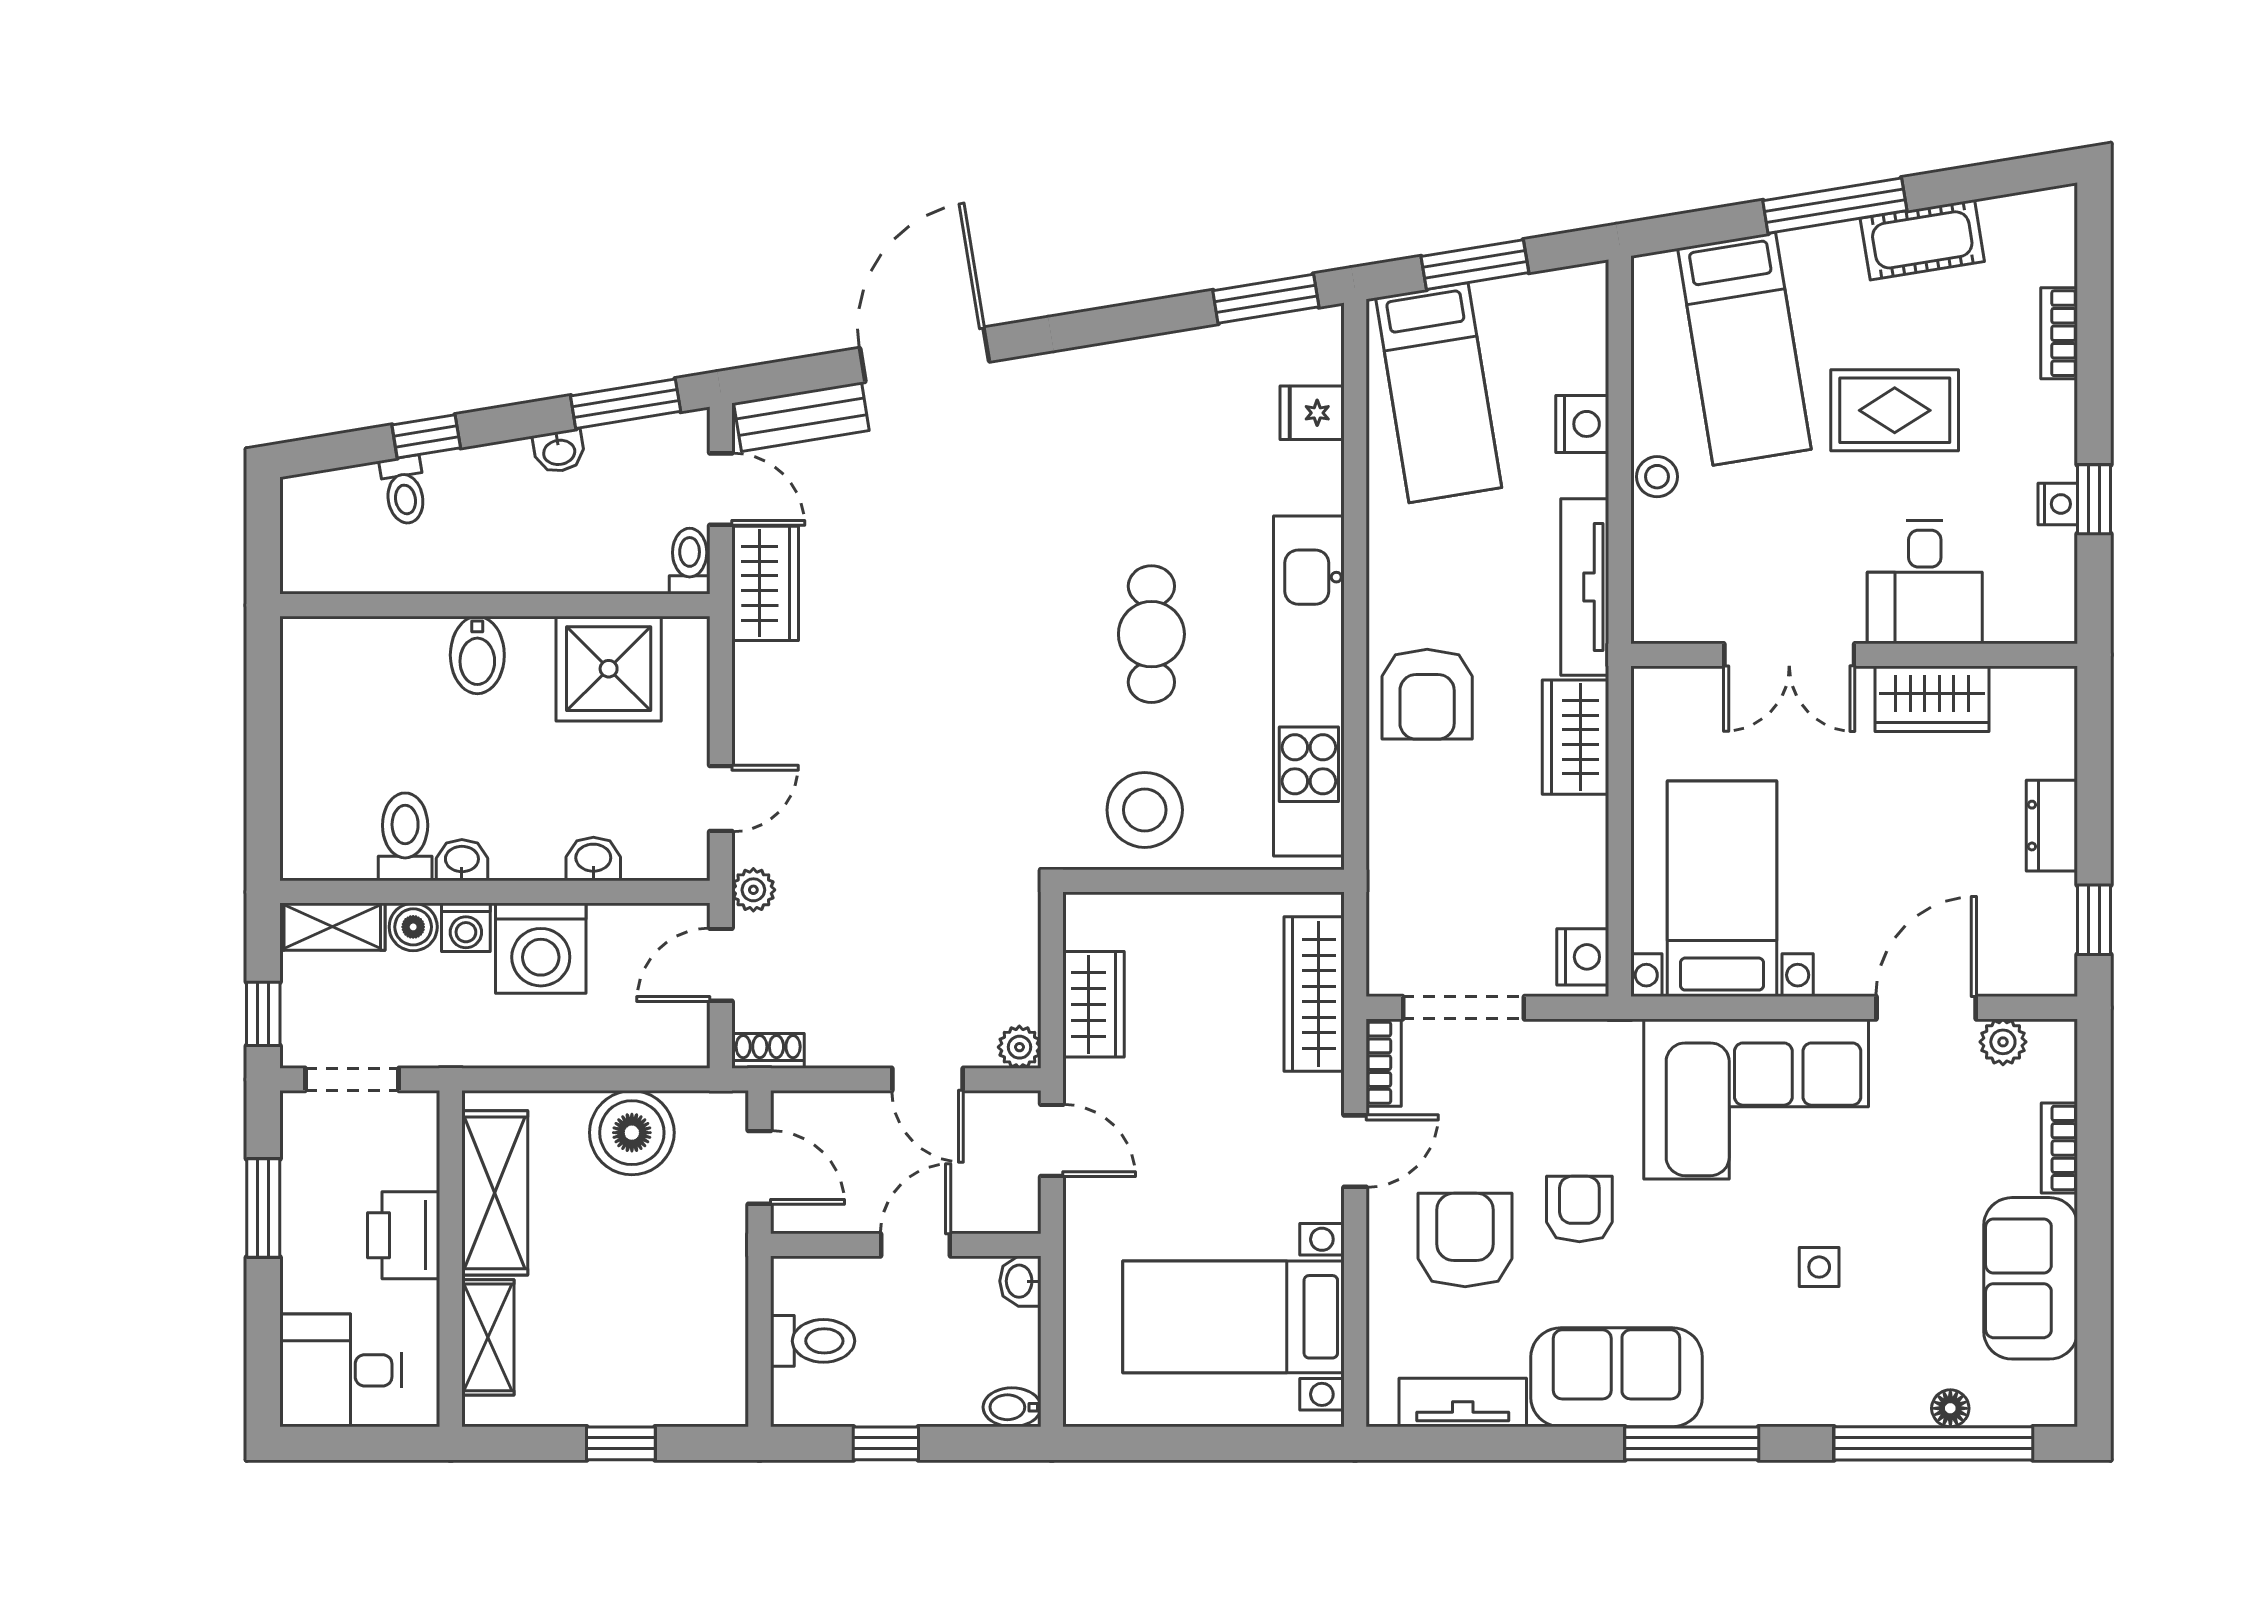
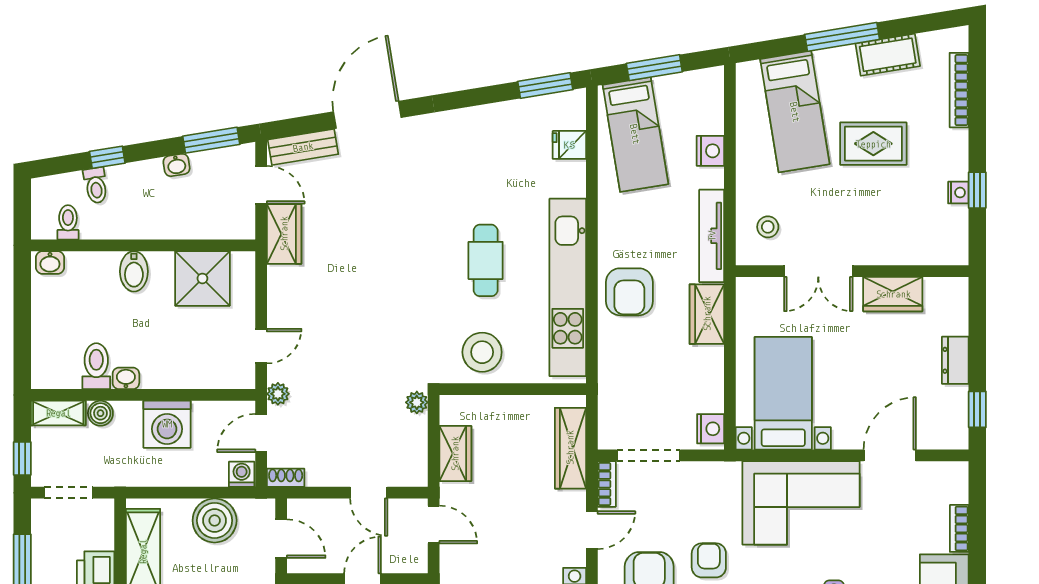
bookcase: (2059, 333) -> (959, 90), width x1.56
stool: (1657, 477) -> (768, 227), moved
toilet: (690, 561) -> (68, 222), moved
desk: (1925, 582) -> (889, 233), removed
washbasin: (593, 859) -> (50, 263), moved, turned 180
washing machine: (466, 927) -> (242, 474), moved, turned 180
plant: (2003, 1042) -> (930, 473), removed
plant: (1019, 1047) -> (417, 402), moved

